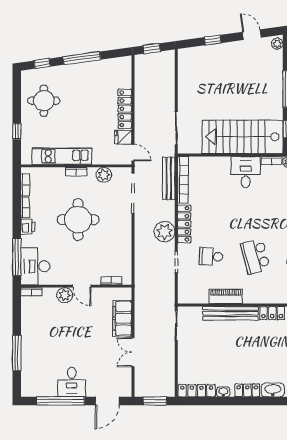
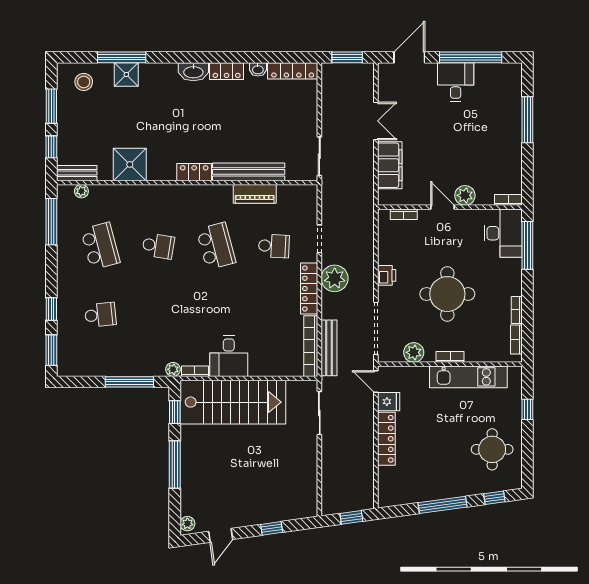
door: (252, 35) -> (221, 535), hinge flipped
printer: (28, 227) -> (387, 275), moved, turned 180

